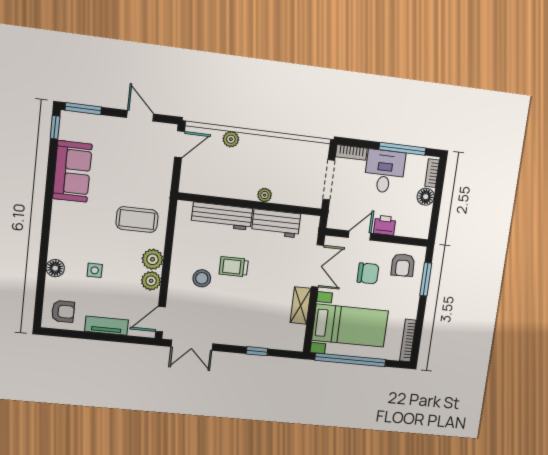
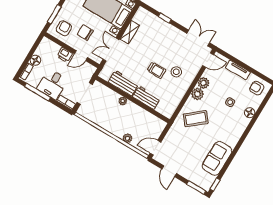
workbench: (222, 216) -> (146, 98), width x0.73
coffee table: (137, 220) -> (196, 119), turned -40

